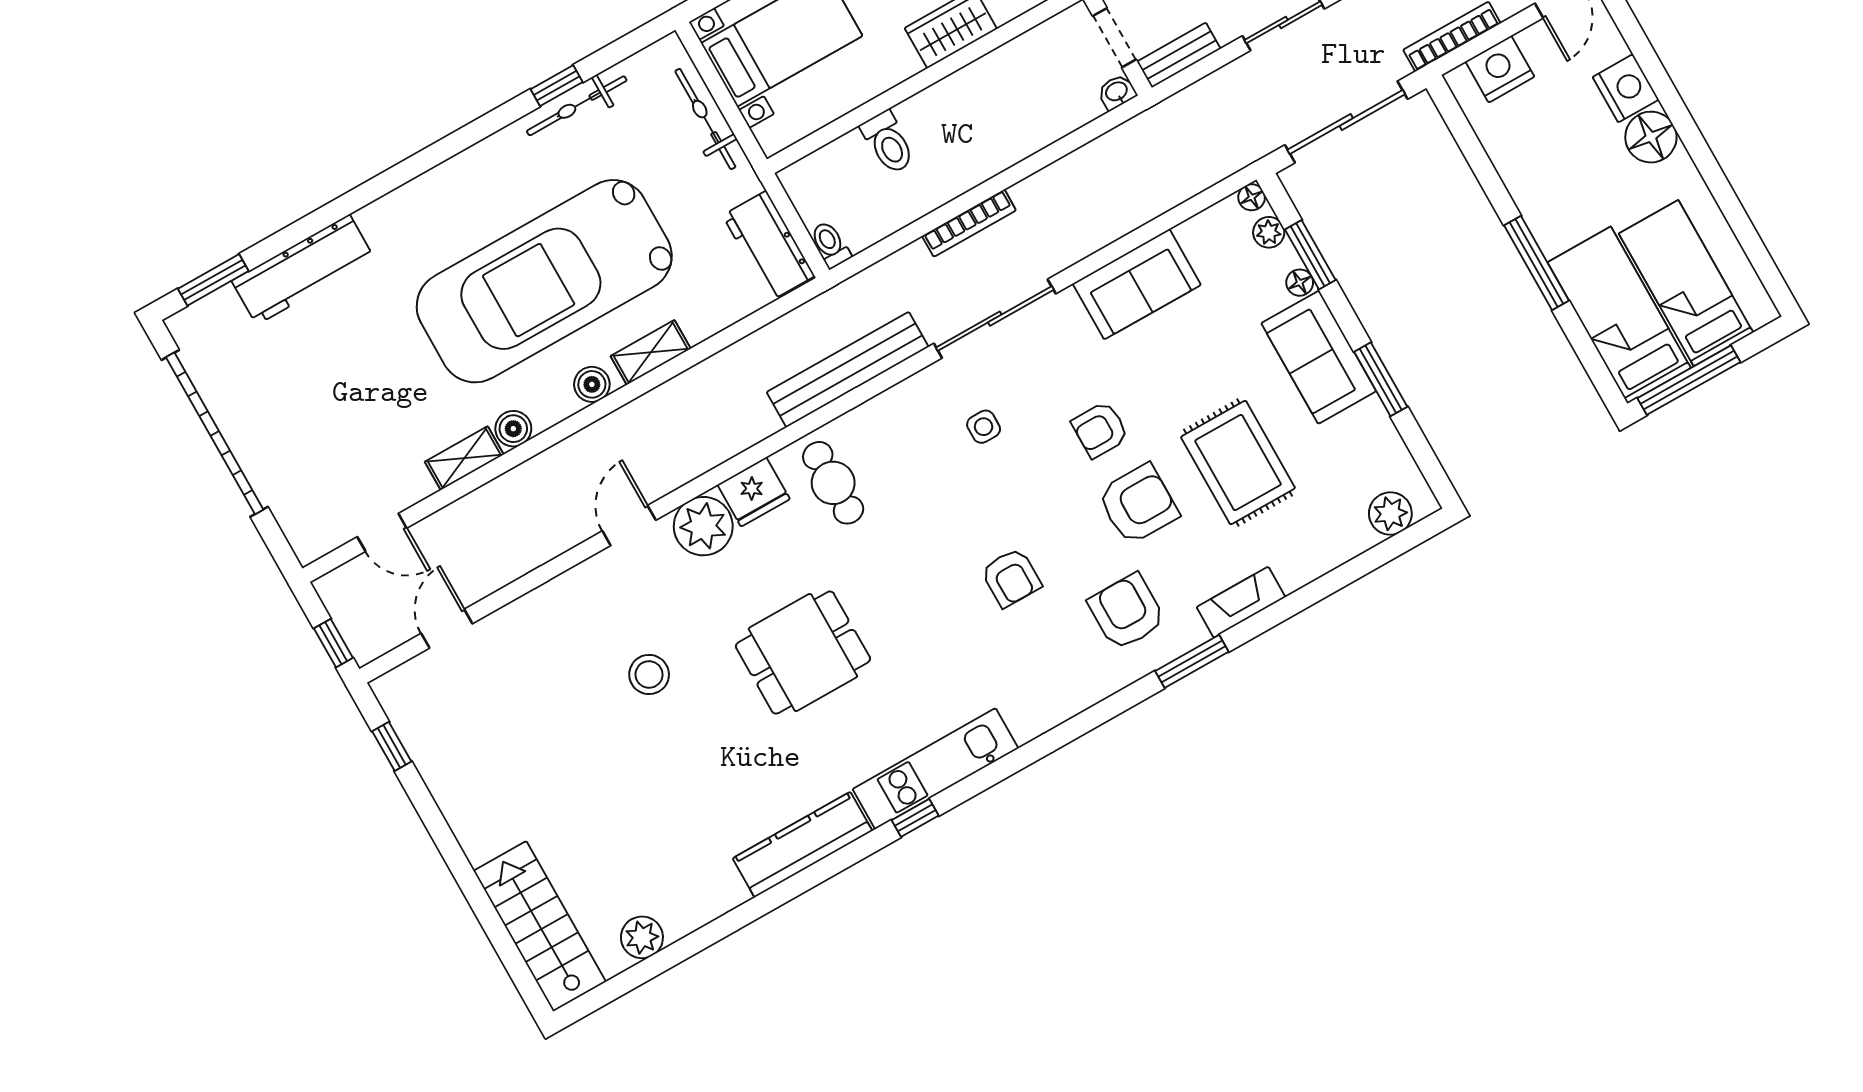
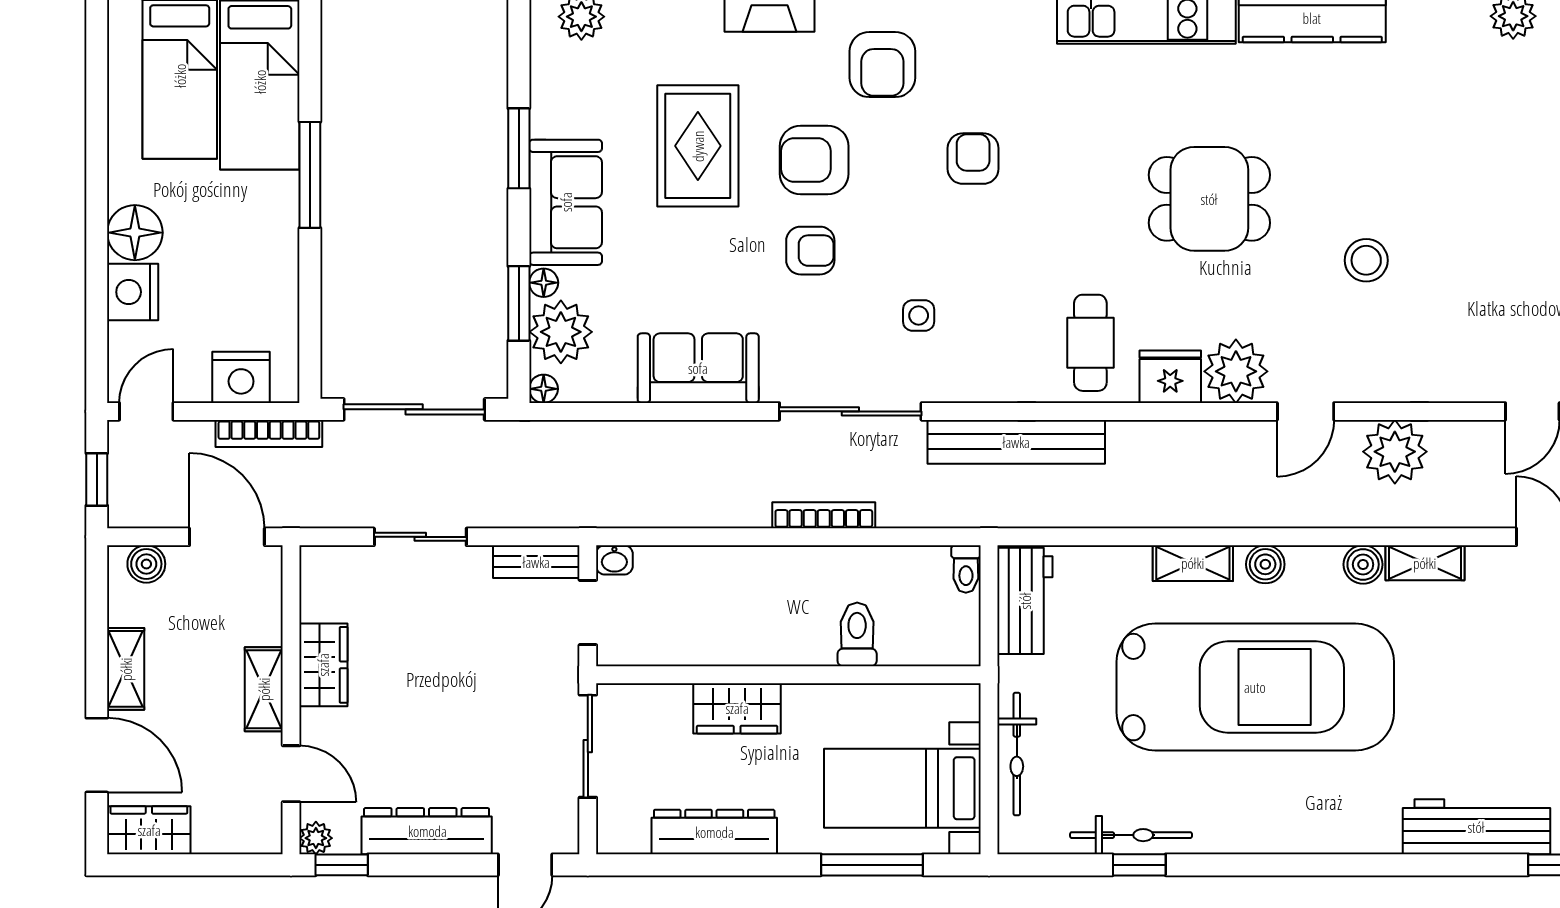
plant: (1269, 232) -> (561, 332), width x1.87, depth x1.87
plant: (539, 534) -> (1395, 452), added

